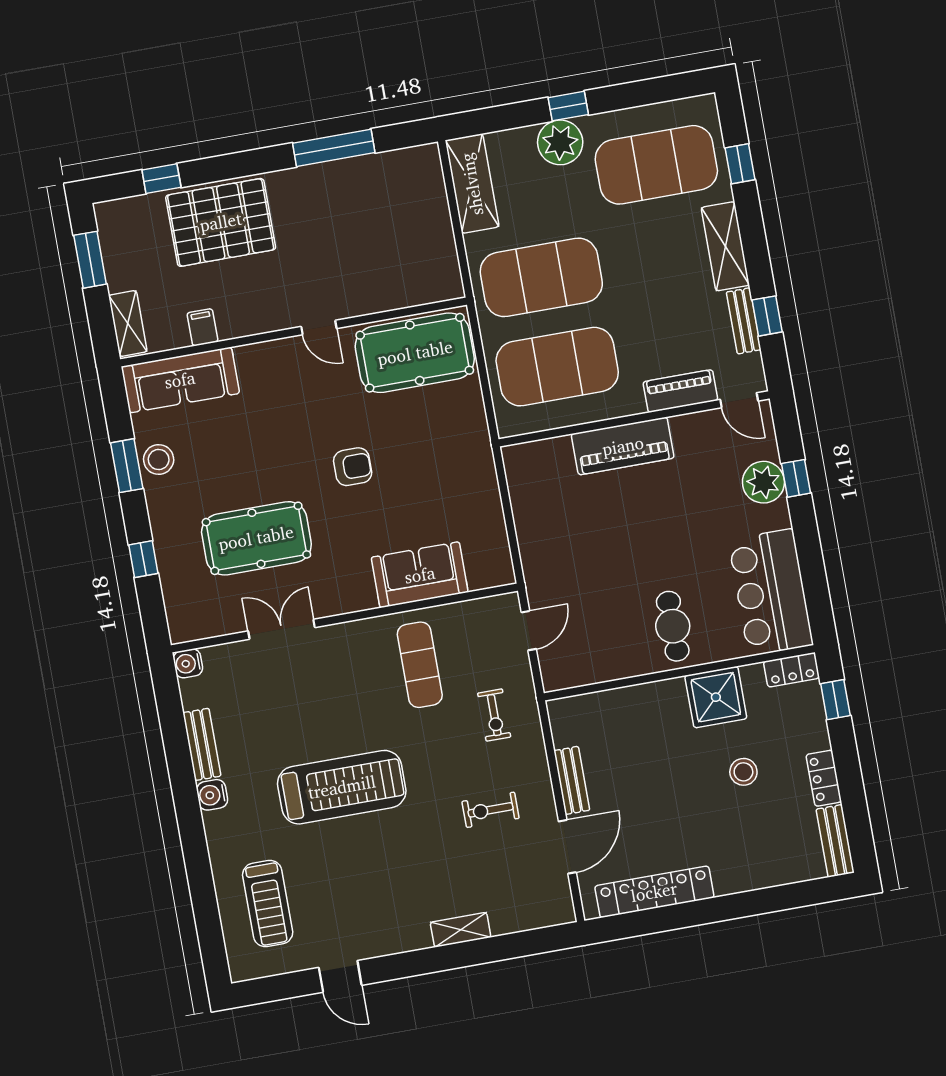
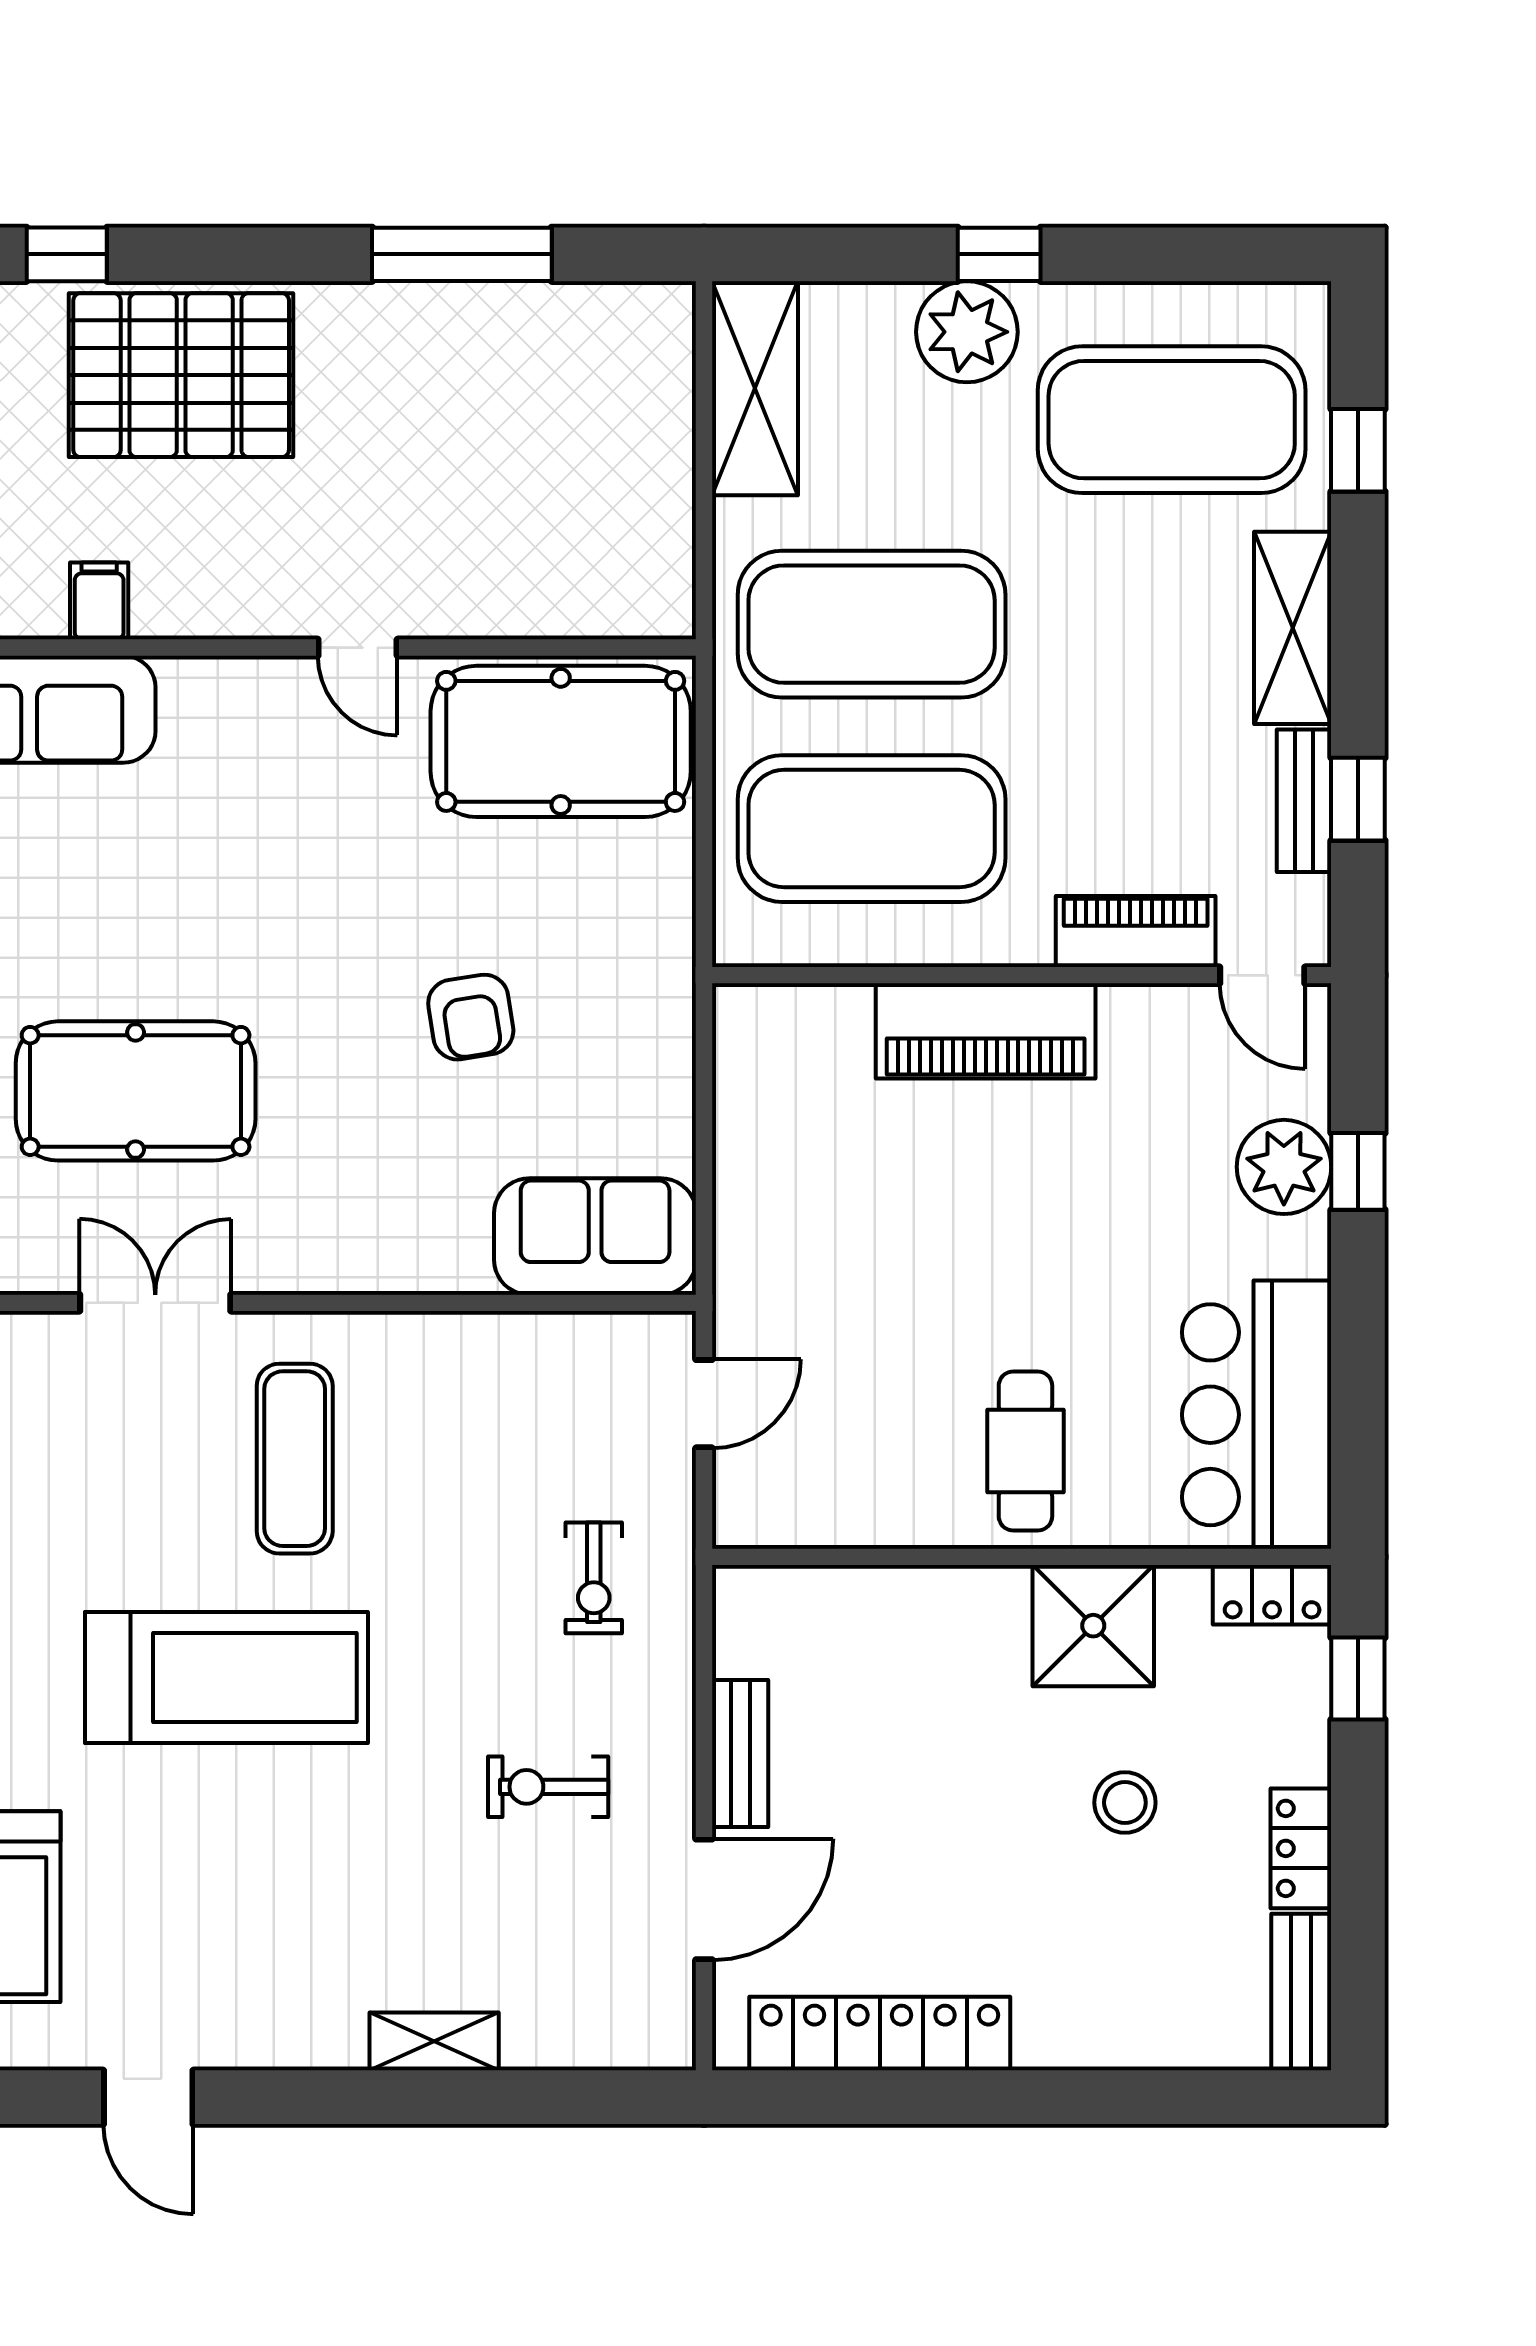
armchair: (353, 467) -> (471, 1017), moved, turned 81
sofa: (420, 575) -> (595, 1236), moved
exercise mat: (420, 665) -> (295, 1459), moved

